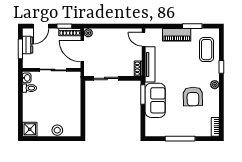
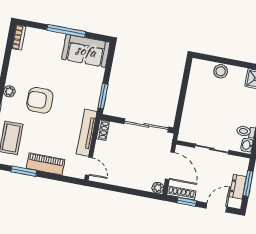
sliding door: (106, 78) -> (146, 125), width x1.37
armchair: (193, 97) -> (40, 100), moved, turned -89
sofa: (155, 100) -> (86, 51), moved, turned -90

